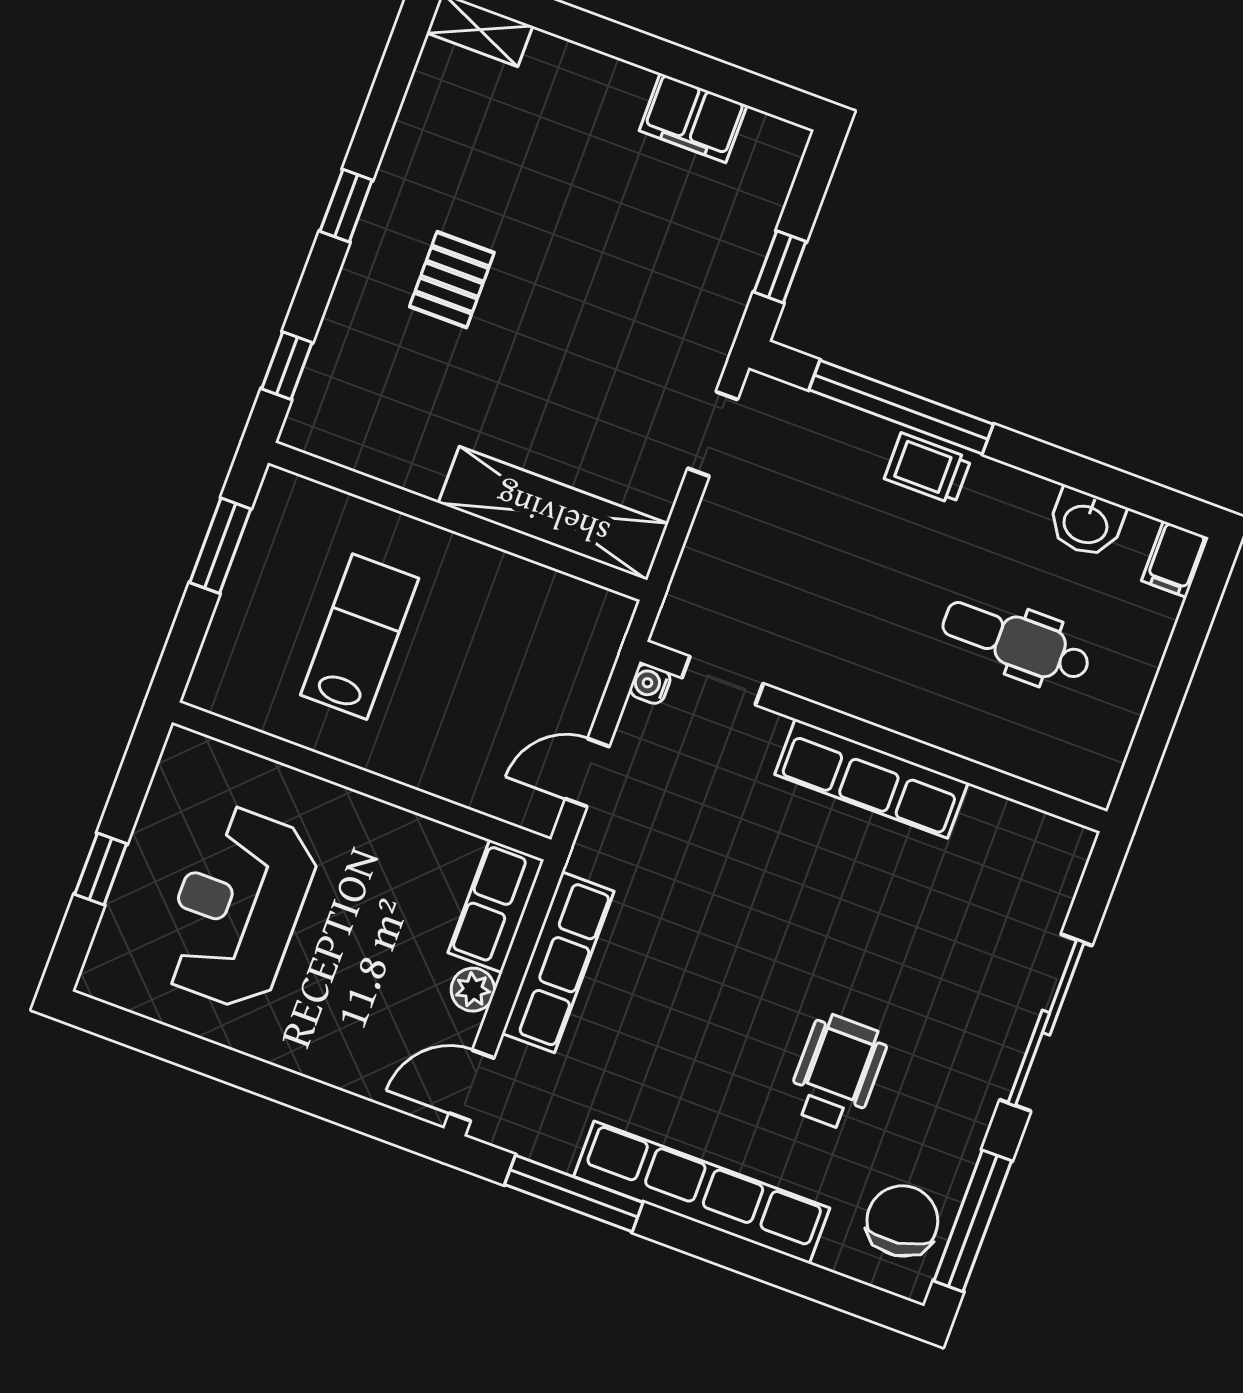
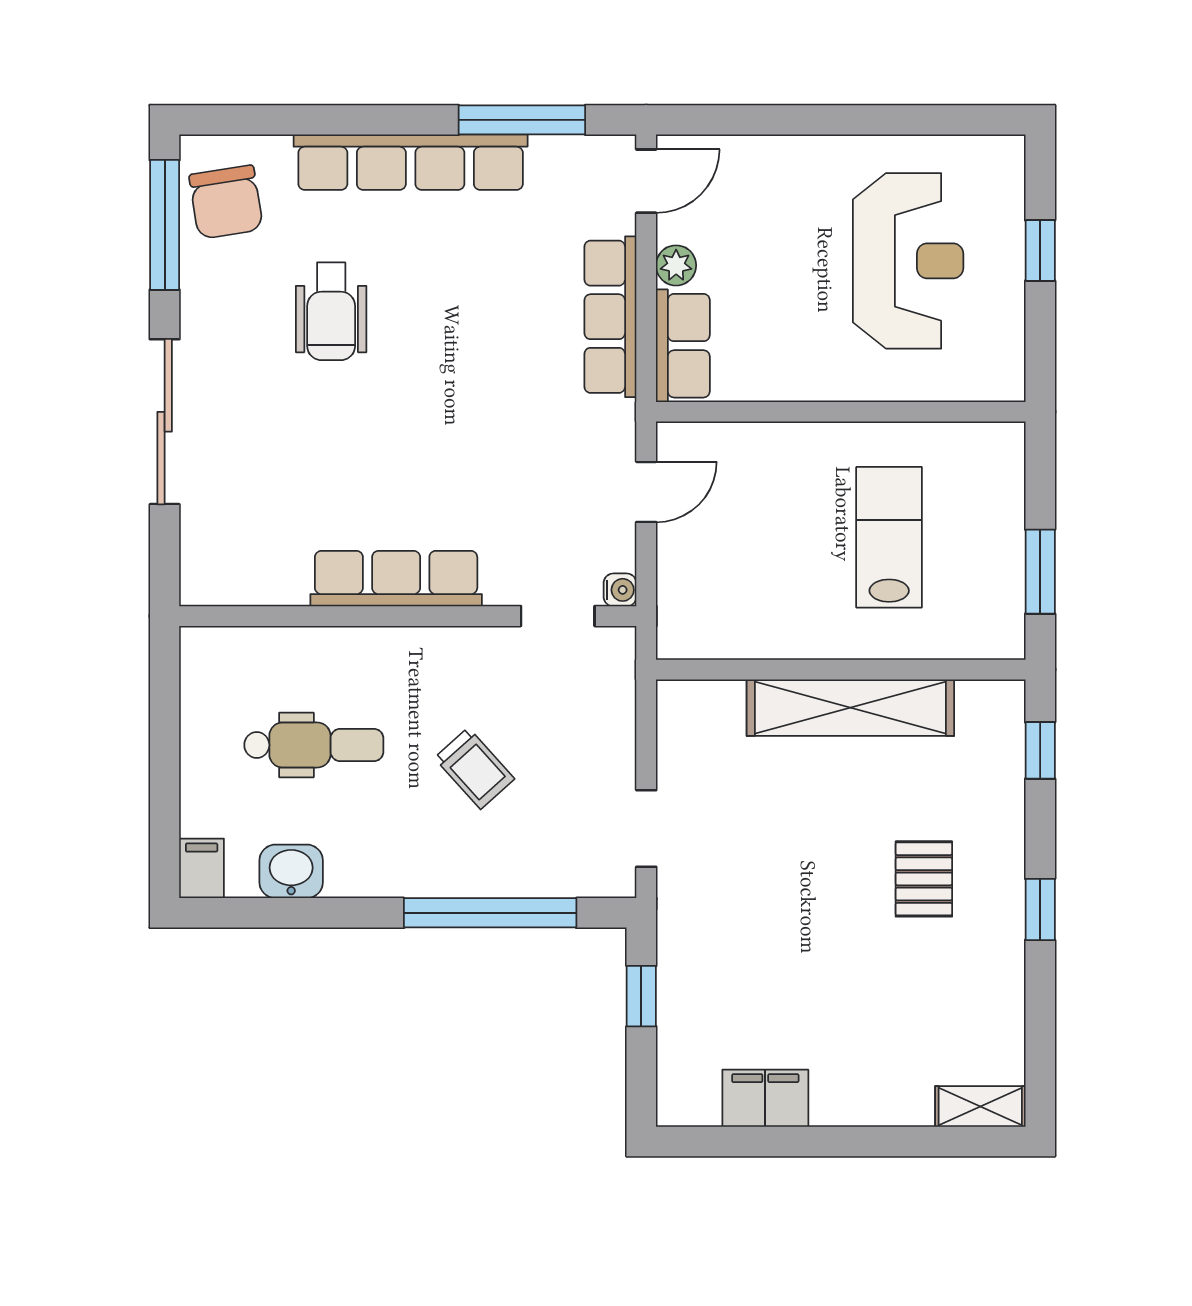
trolley: (928, 469) -> (474, 768), moved, turned 48
shelving: (553, 513) -> (850, 708), moved
lab bench: (360, 637) -> (889, 537), turned 180

